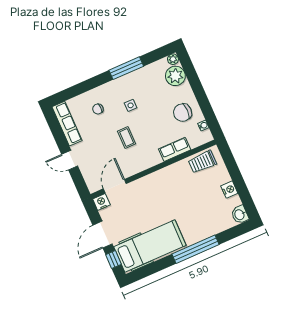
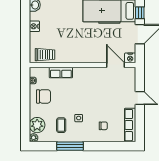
coffee table: (127, 138) -> (61, 125), moved
door: (115, 186) -> (116, 65), swing flipped

